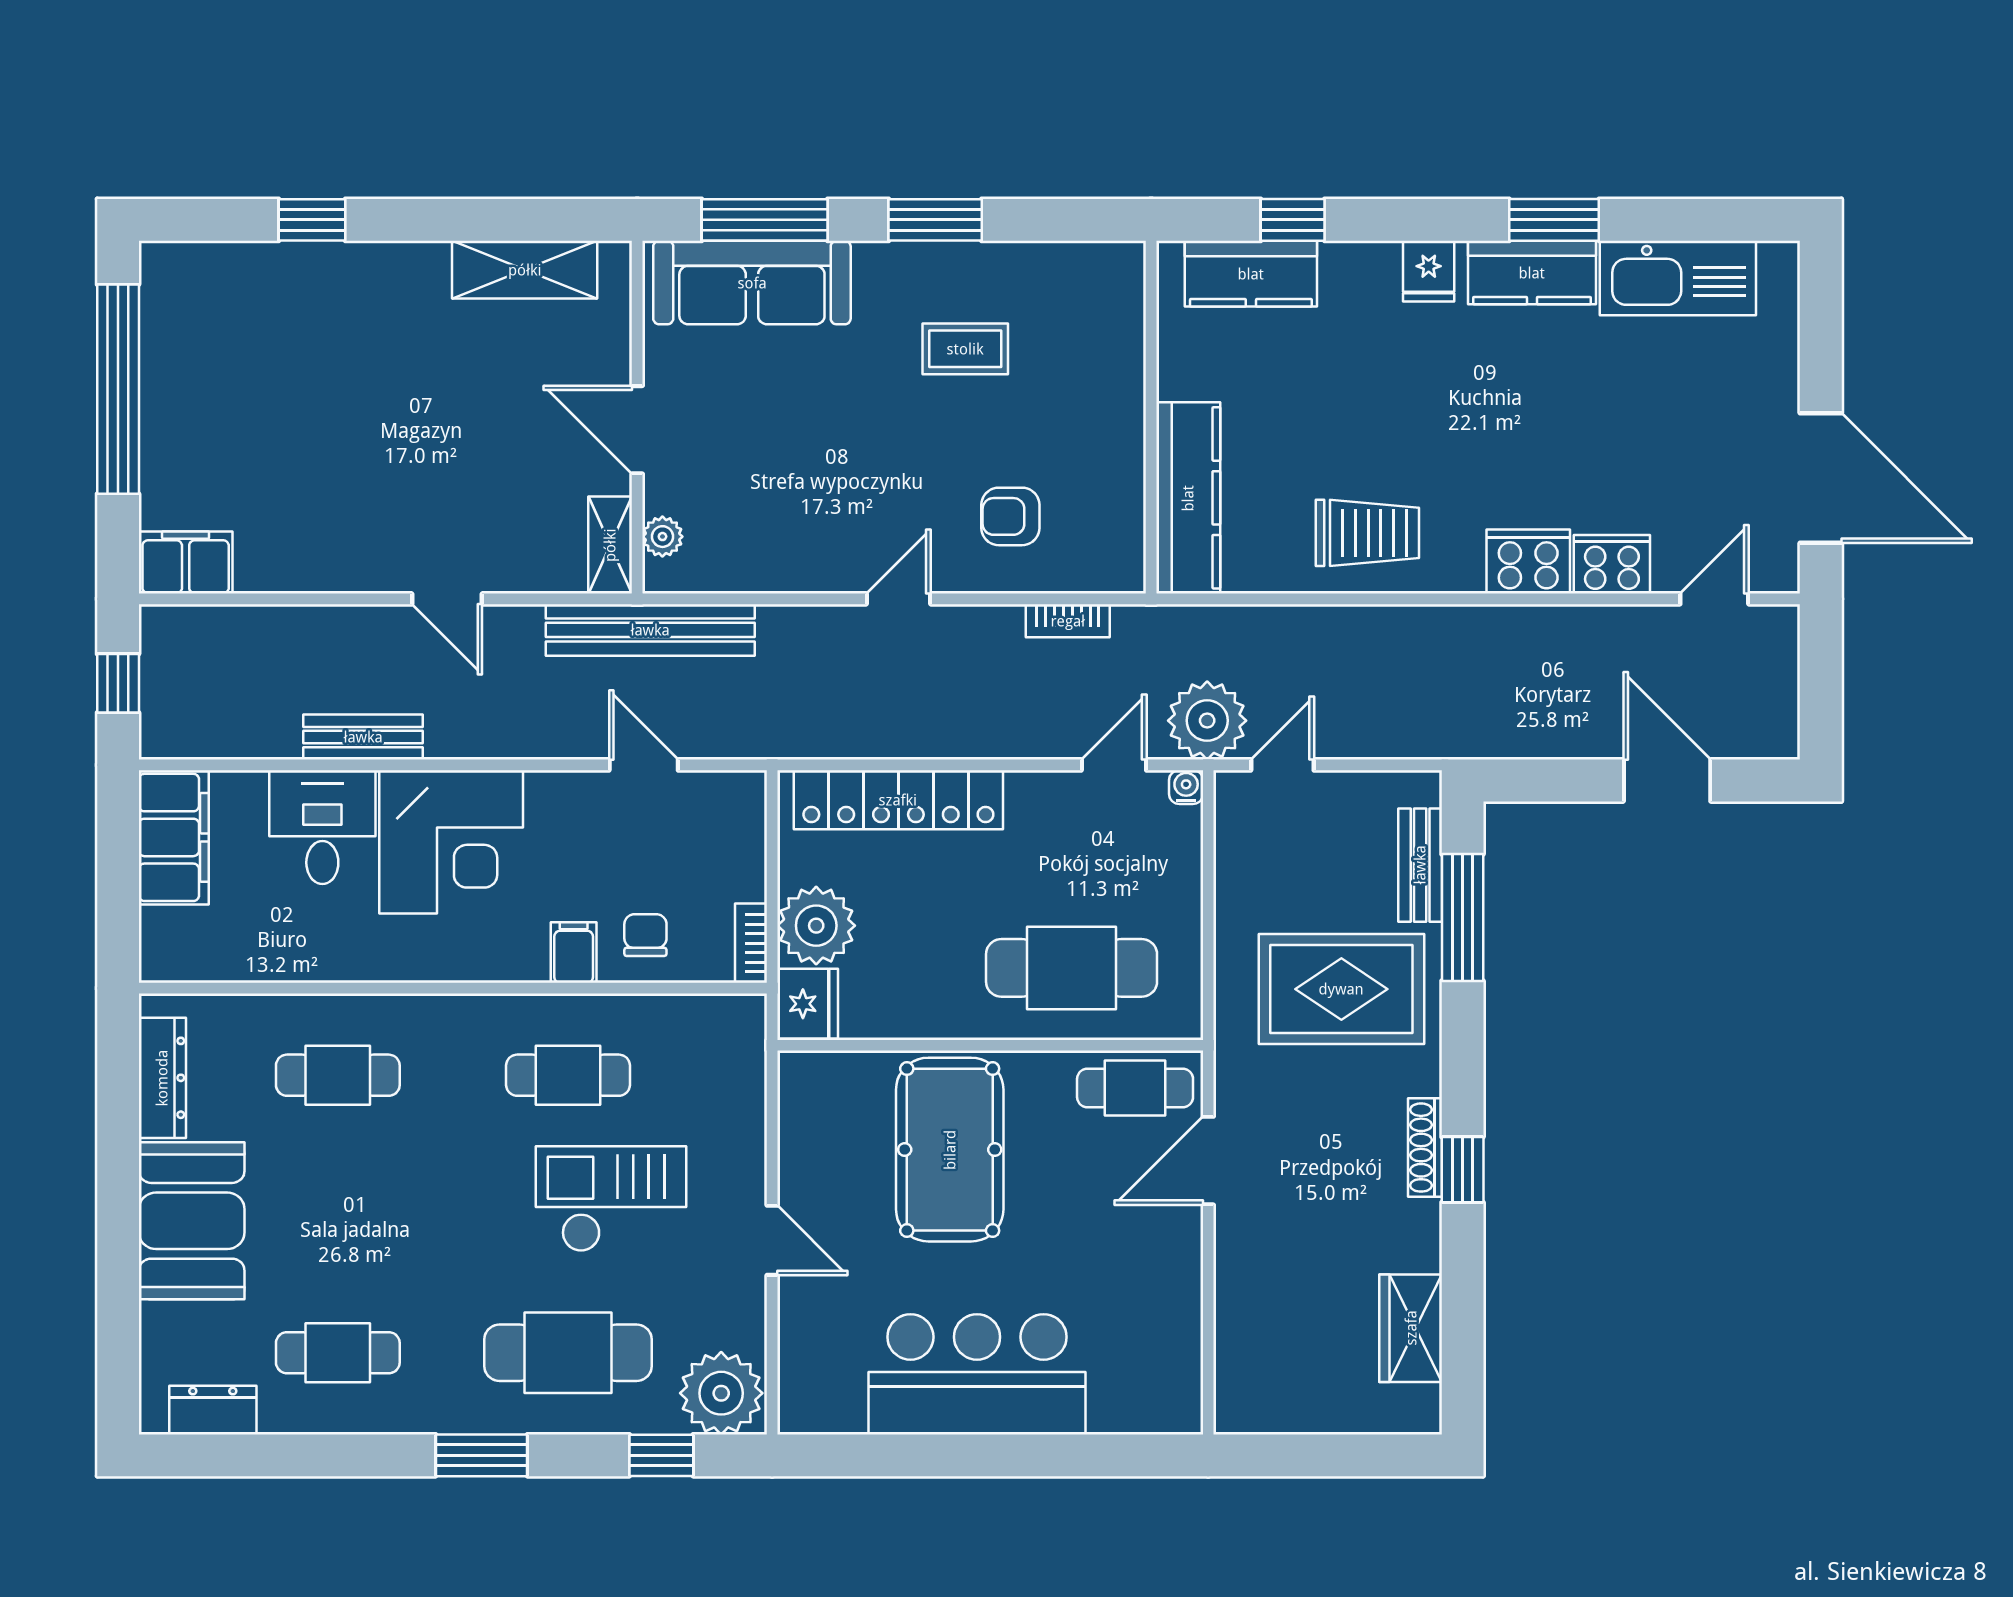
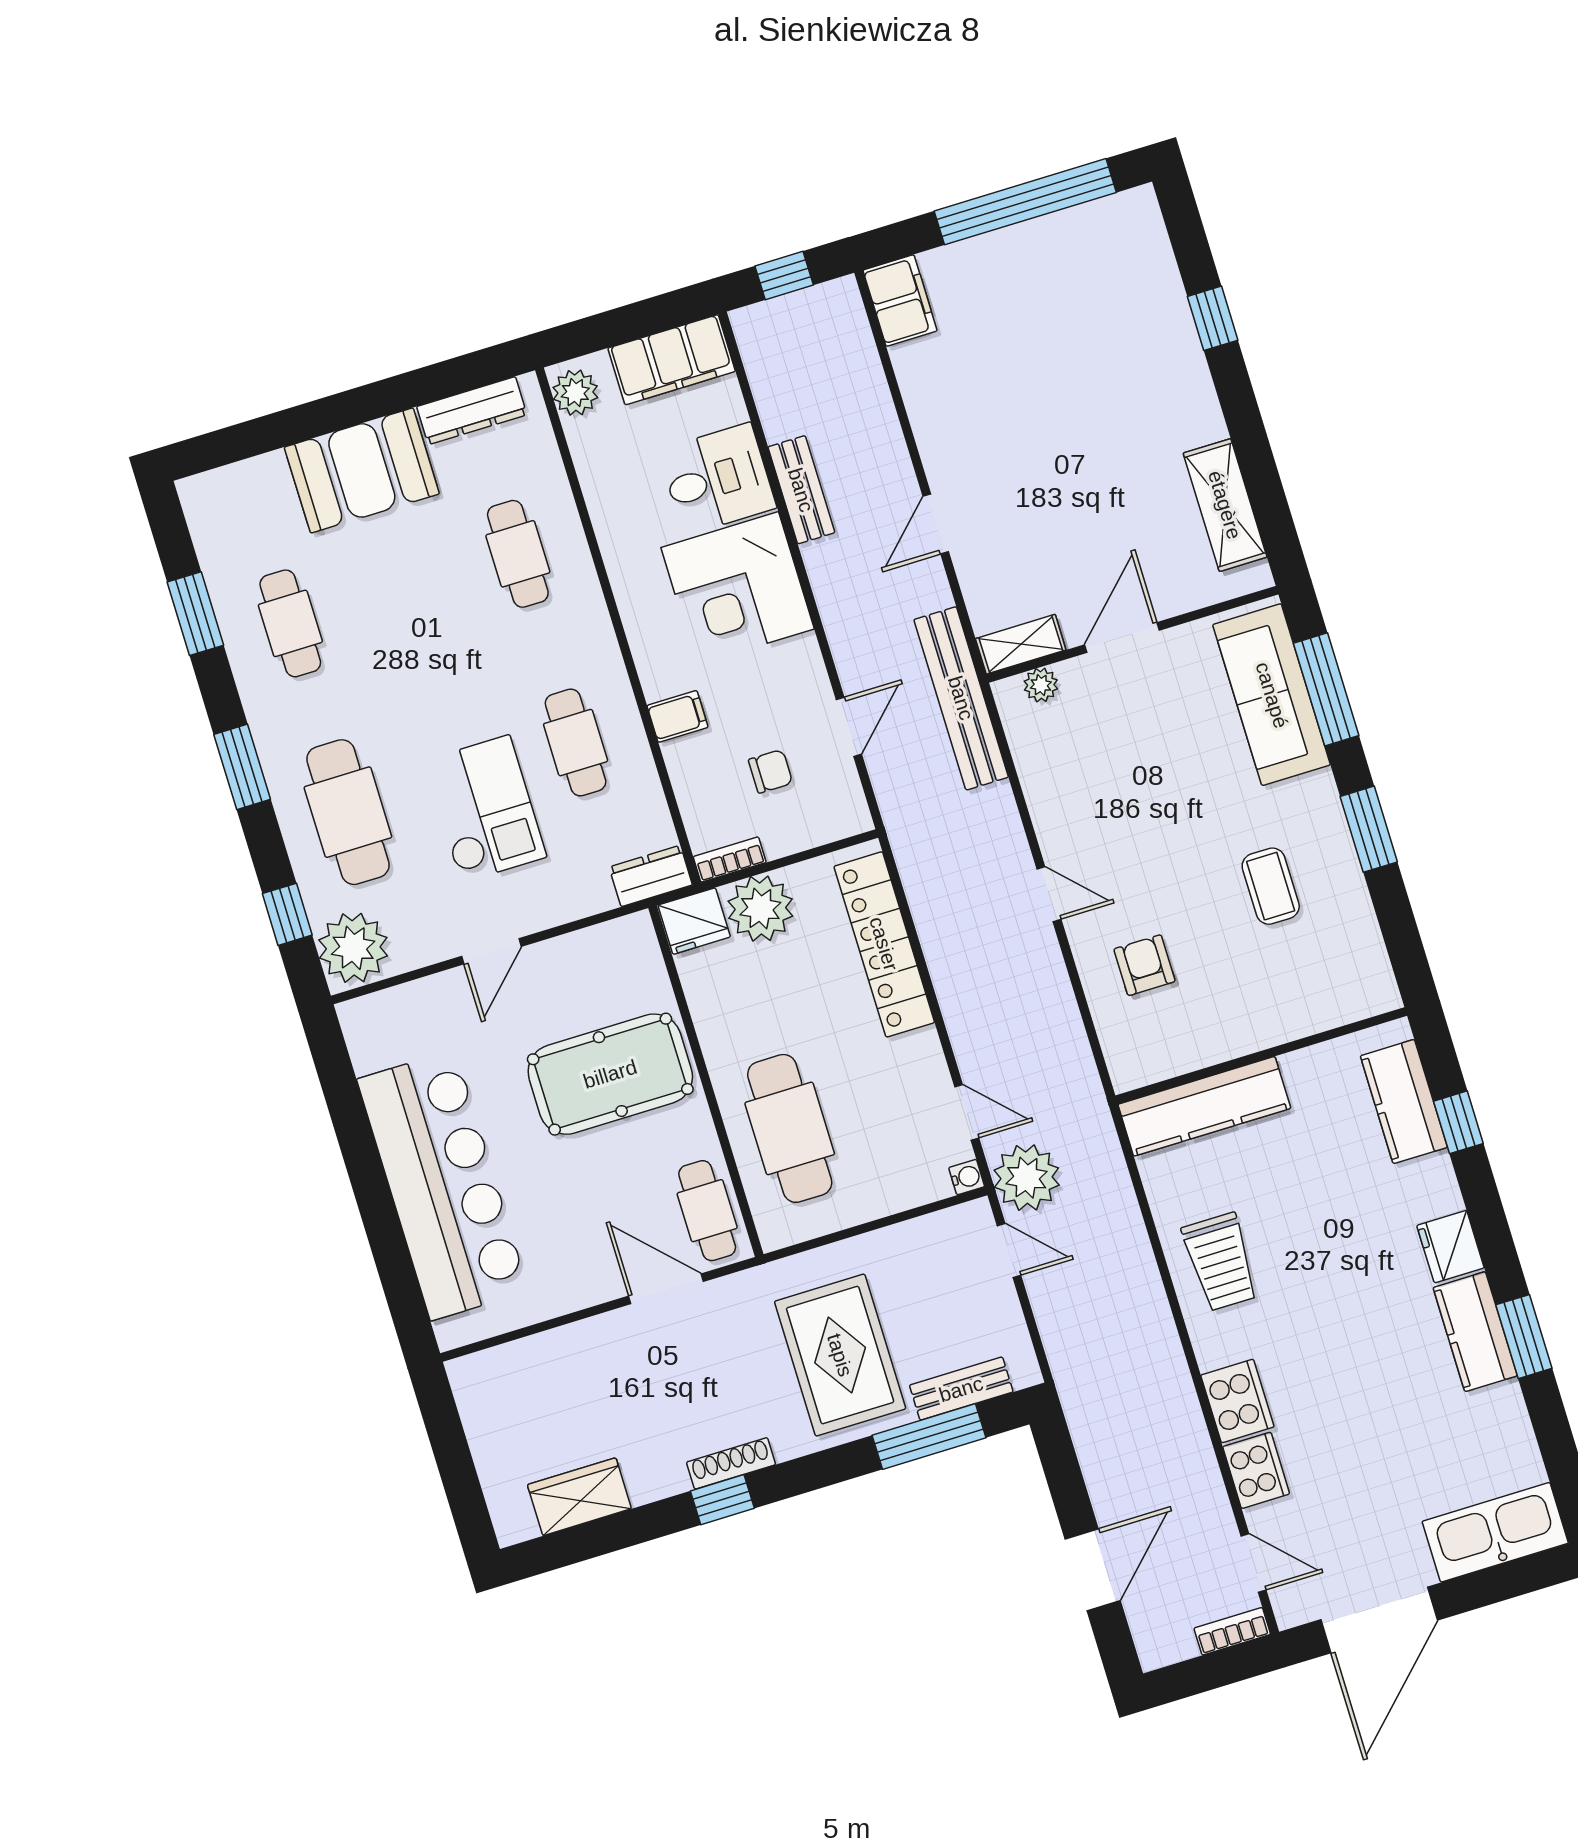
fridge: (1429, 271) -> (1450, 1247), width x1.38
kitchen sink: (1678, 278) -> (1495, 1532), moved, turned 90
bookcase: (1068, 621) -> (1232, 1631), moved, turned 90
chair: (645, 935) -> (771, 771), moved
plant: (178, 956) -> (575, 393), added
bar counter: (977, 1374) -> (443, 1185), width x1.36
dresser: (213, 1410) -> (651, 876), moved, turned -90
window: (295, 1455) -> (195, 614), added

